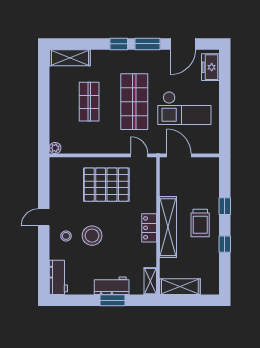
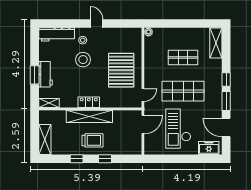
trolley: (200, 223) -> (92, 140), turned 180
workbench: (58, 277) -> (57, 34), width x1.37
shelving: (180, 287) -> (45, 139), moved

